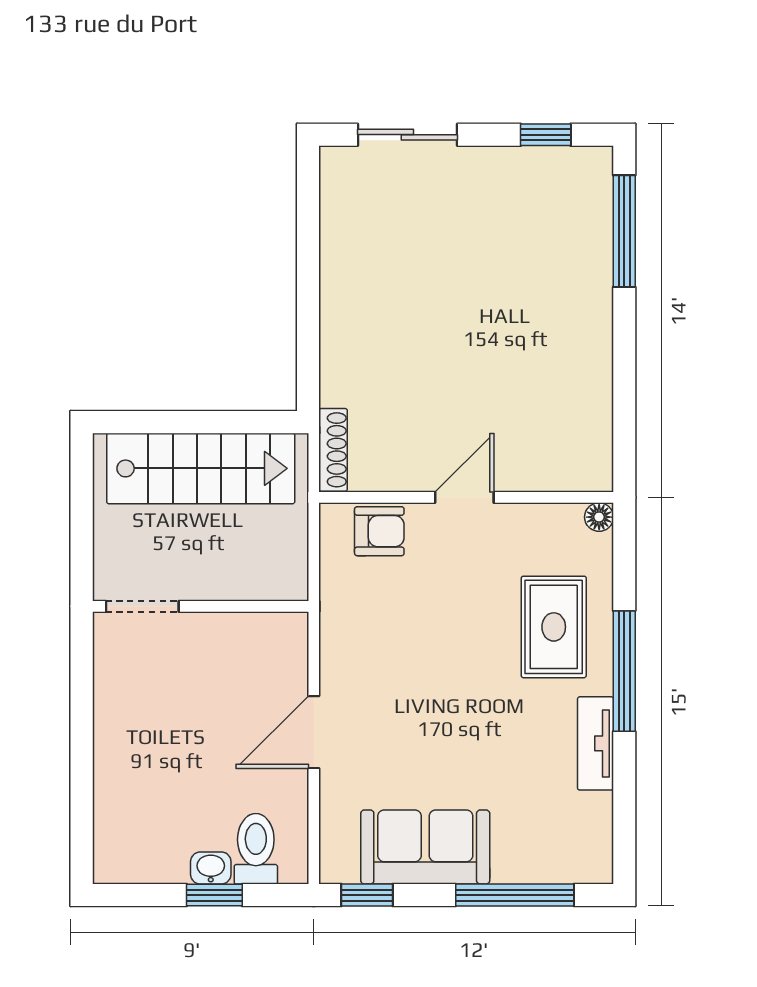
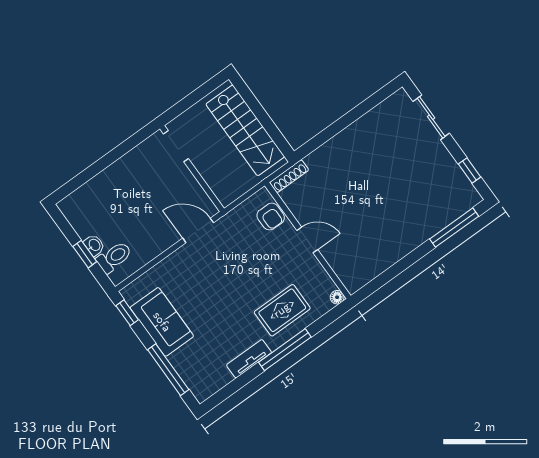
door: (314, 732) -> (198, 230), moved

